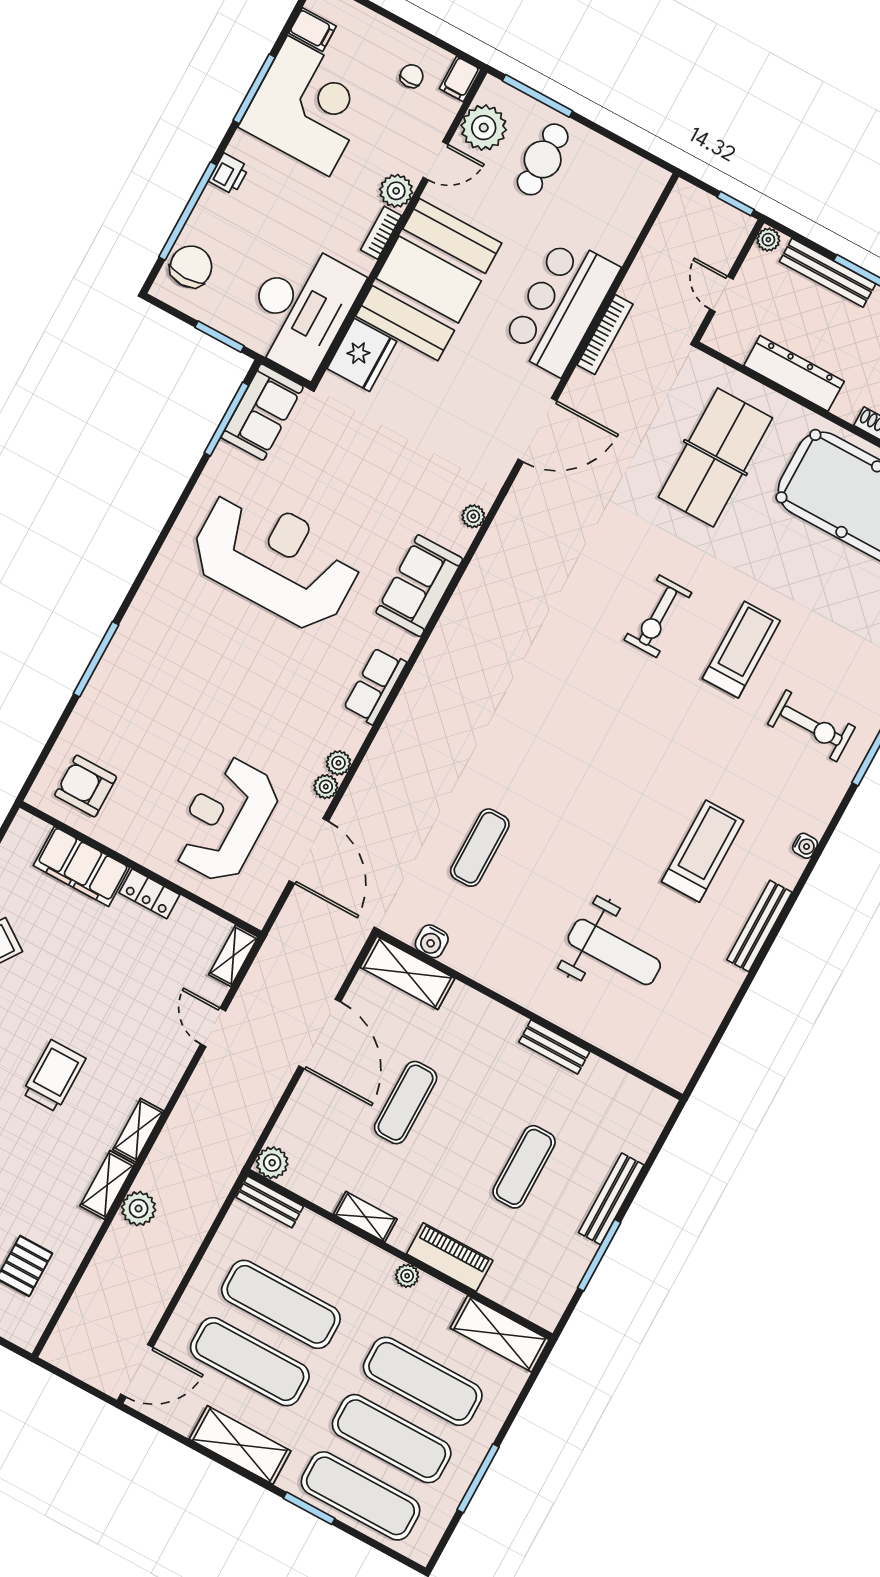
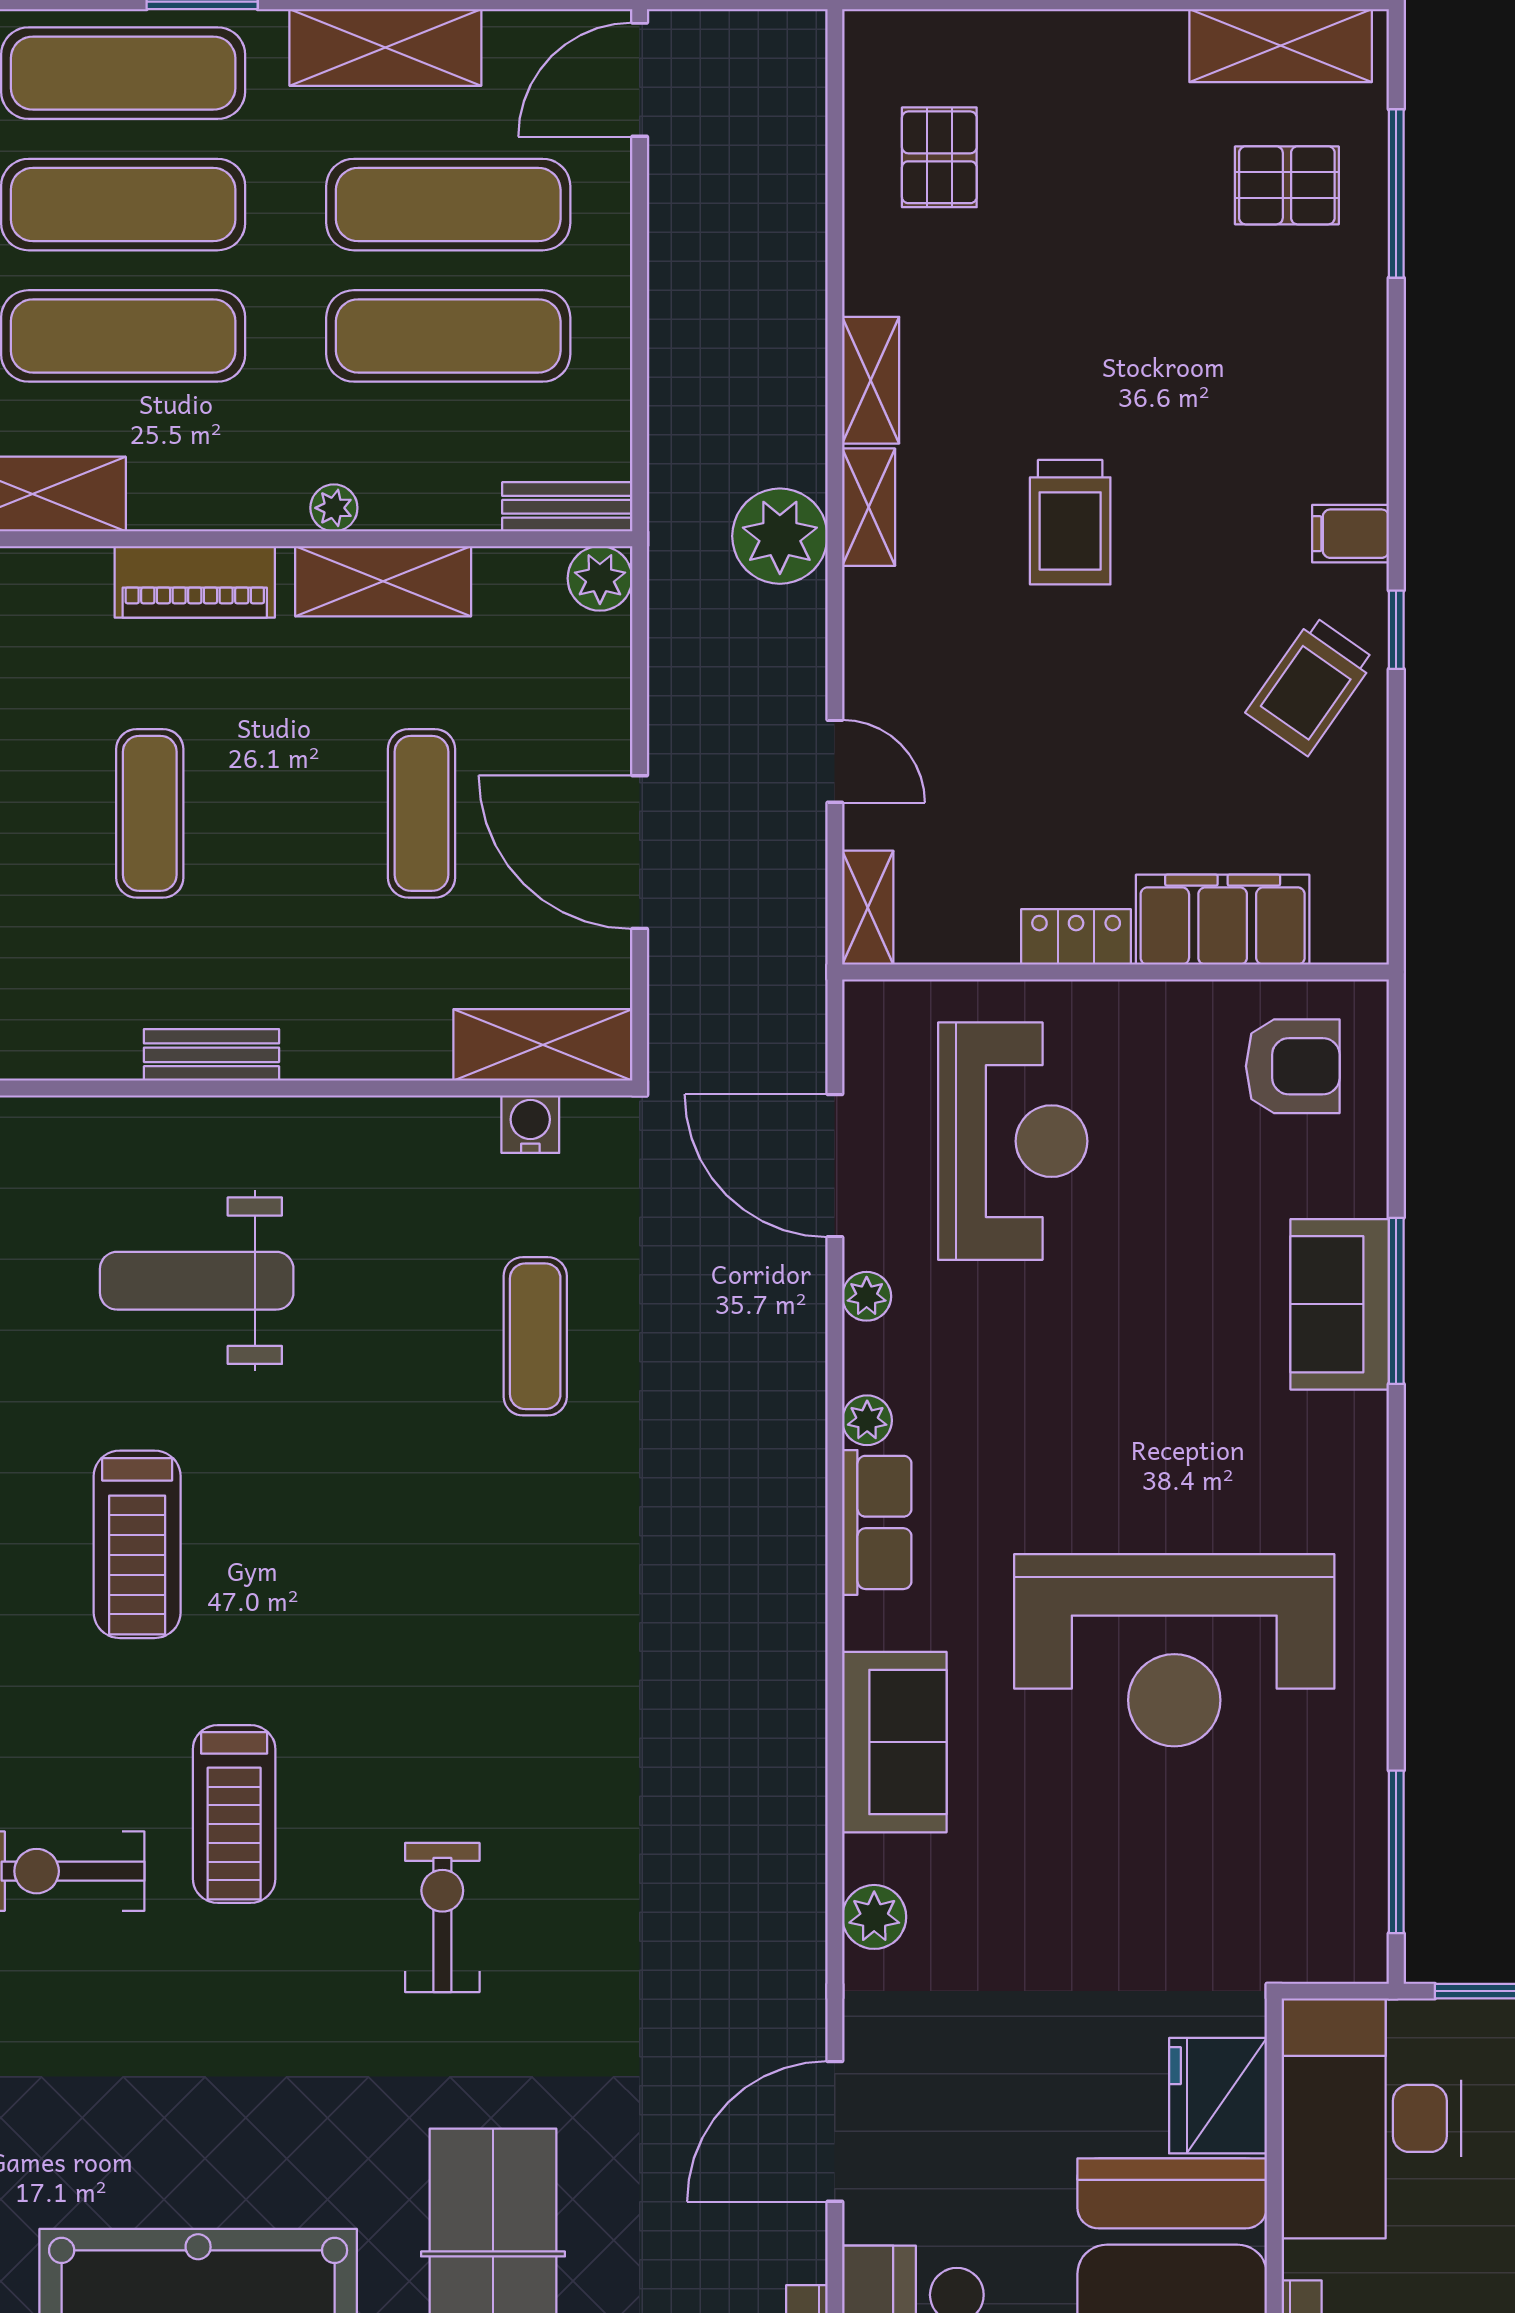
sofa: (262, 412) -> (1340, 1304), moved
plant: (473, 516) -> (874, 1917), width x1.38, depth x1.38
treadmill: (741, 650) -> (234, 1814), moved
plant: (338, 763) -> (867, 1420), moved
plant: (139, 1209) -> (780, 536), moved, width x1.36, depth x1.36
shelving: (365, 1217) -> (383, 581), width x1.50, depth x1.33
plant: (407, 1276) -> (334, 508), moved

